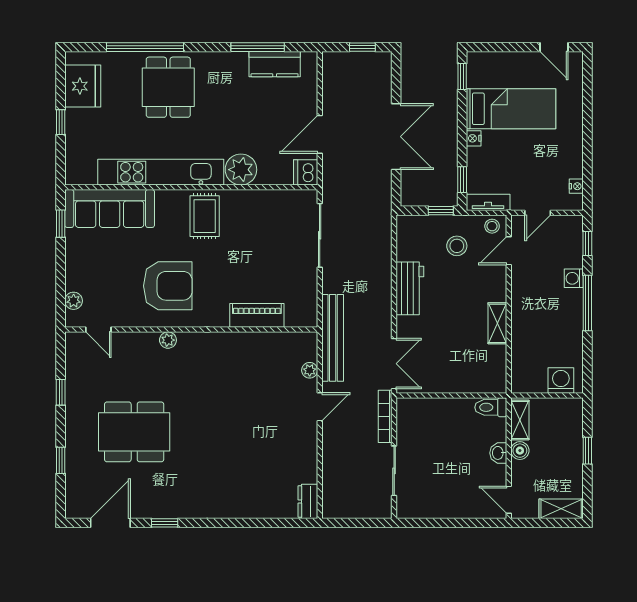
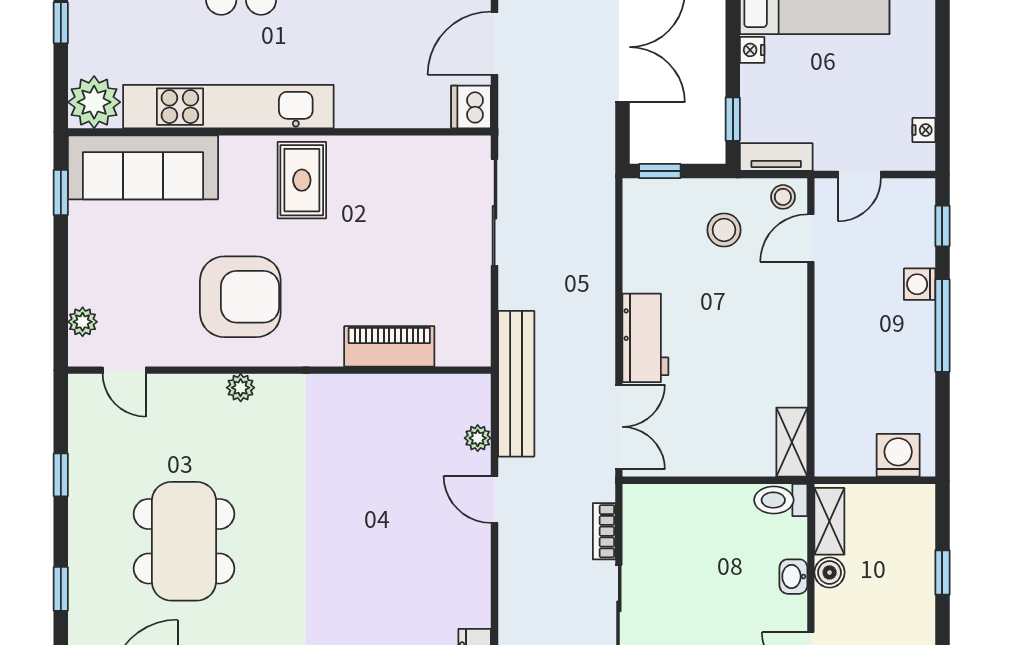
plant: (241, 170) -> (94, 102), moved
window: (441, 211) -> (660, 171), moved
workbench: (410, 288) -> (645, 338), moved
shelving: (497, 323) -> (792, 442), moved
door: (320, 407) -> (495, 499), swing flipped
bookcase: (385, 416) -> (604, 531), width x0.64
dining table: (134, 432) -> (184, 541), turned 90

